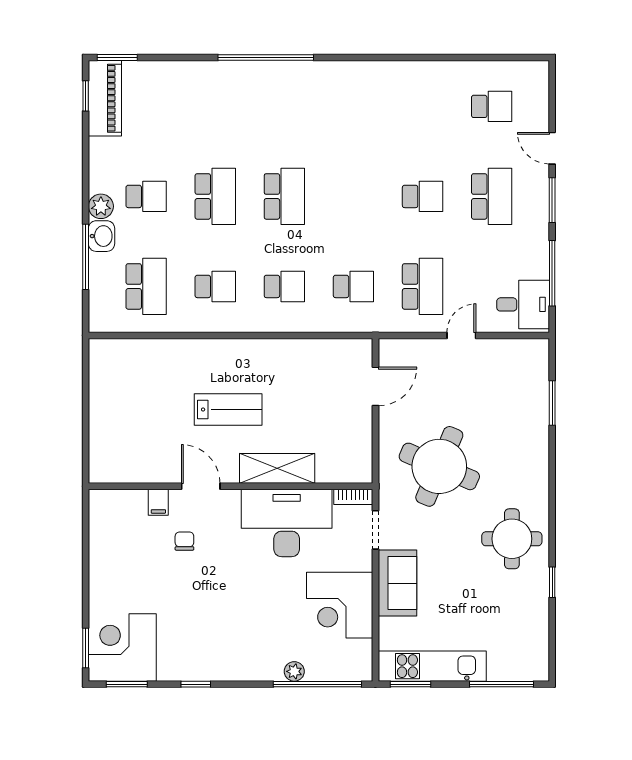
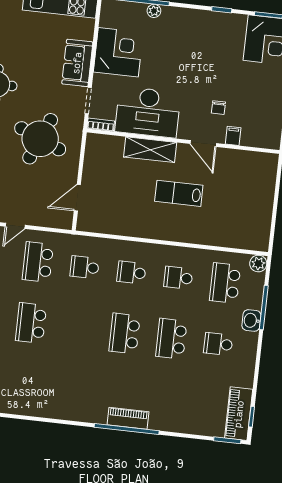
piano: (265, 73) -> (128, 418), added
school desk: (423, 196) -> (31, 323), width x1.85
plant: (101, 206) -> (258, 264), moved

